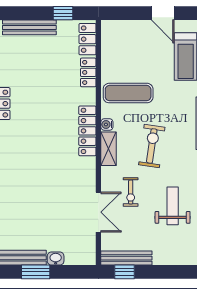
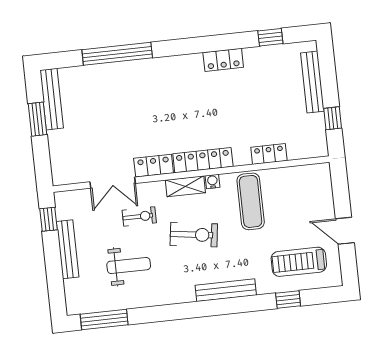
door: (163, 13) -> (345, 231), hinge flipped
locker: (87, 39) -> (154, 166), moved
exercise bike: (131, 192) -> (139, 216), turned 180
bench: (126, 258) -> (68, 249), moved
washbasin: (56, 259) -> (55, 140), removed

